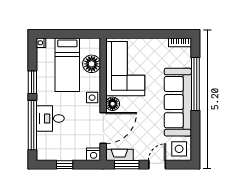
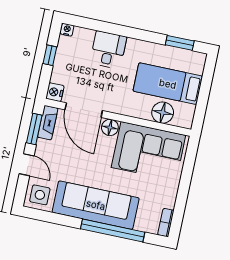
nightstand: (41, 43) -> (67, 30), moved
window: (32, 82) -> (180, 43), moved
side table: (92, 98) -> (122, 105), removed
window: (32, 125) -> (105, 27), removed

